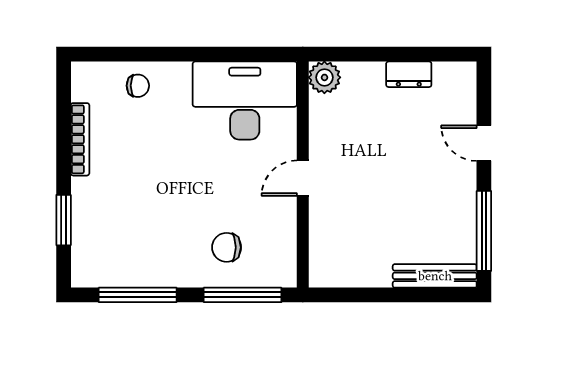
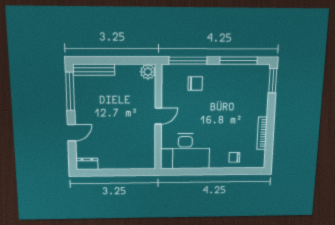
dresser: (409, 74) -> (87, 164), moved
plant: (324, 77) -> (148, 72), moved
door: (484, 143) -> (72, 133), hinge flipped
window: (64, 220) -> (273, 81), moved

